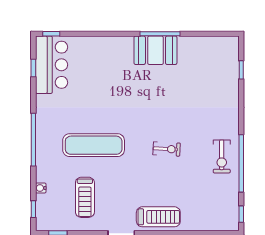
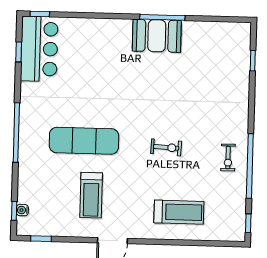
exercise bike: (222, 156) -> (228, 157), width x0.73, depth x0.72
water cooler: (41, 188) -> (22, 210), moved
treadmill: (85, 197) -> (91, 195), moved
treadmill: (158, 217) -> (179, 212), moved

